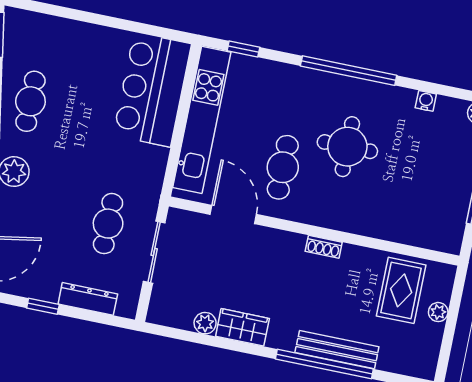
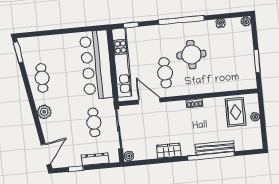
bar counter: (152, 90) -> (96, 65), width x1.36
sliding door: (154, 252) -> (119, 129), width x1.37
plant: (205, 323) -> (129, 156), moved

